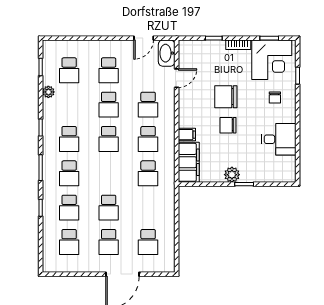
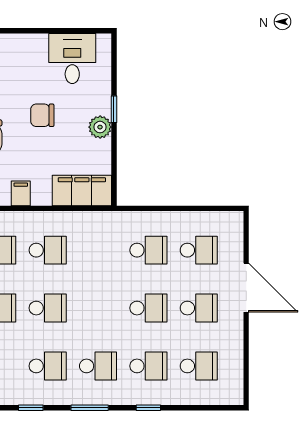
chair: (228, 125) -> (42, 115), moved, turned 90
filing cabinet: (187, 135) -> (21, 193), moved
desk: (279, 139) -> (72, 59), moved
school desk: (148, 173) -> (148, 250), moved

